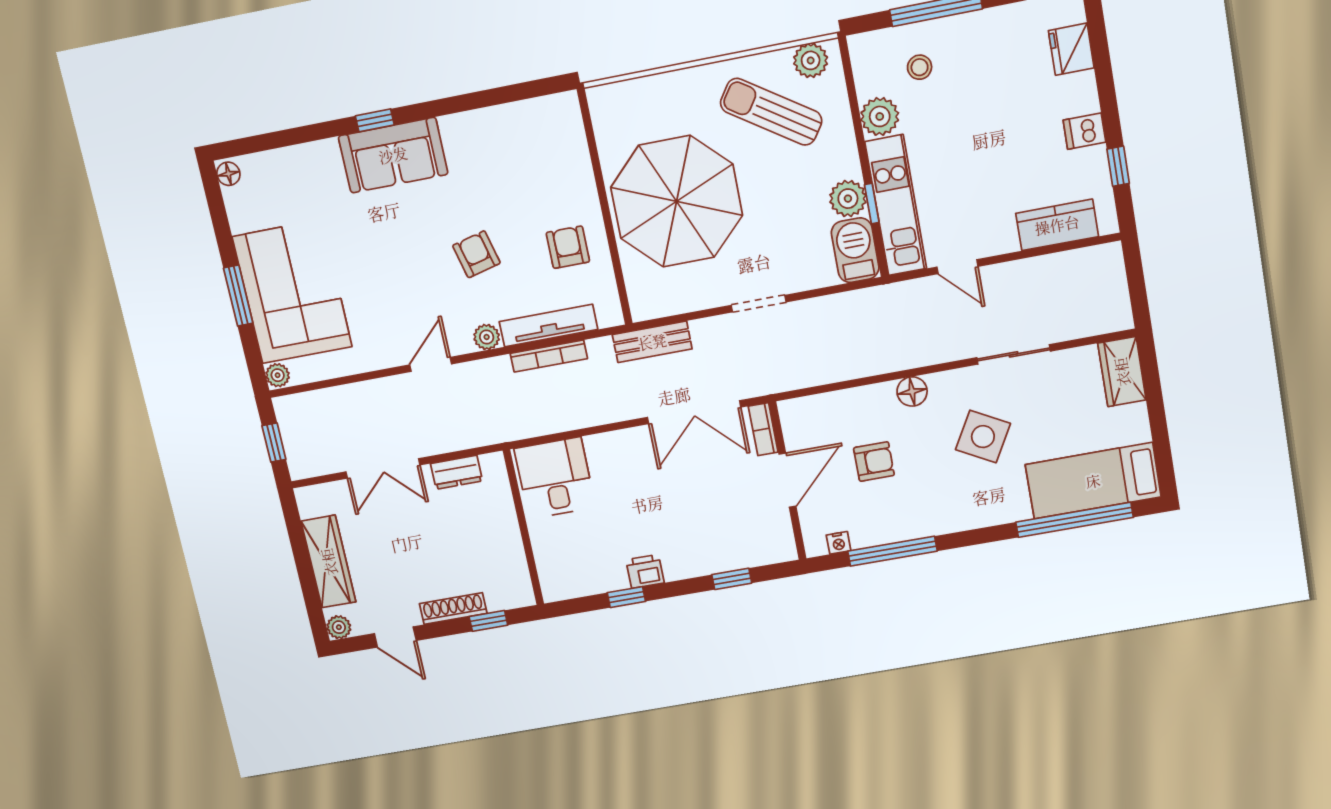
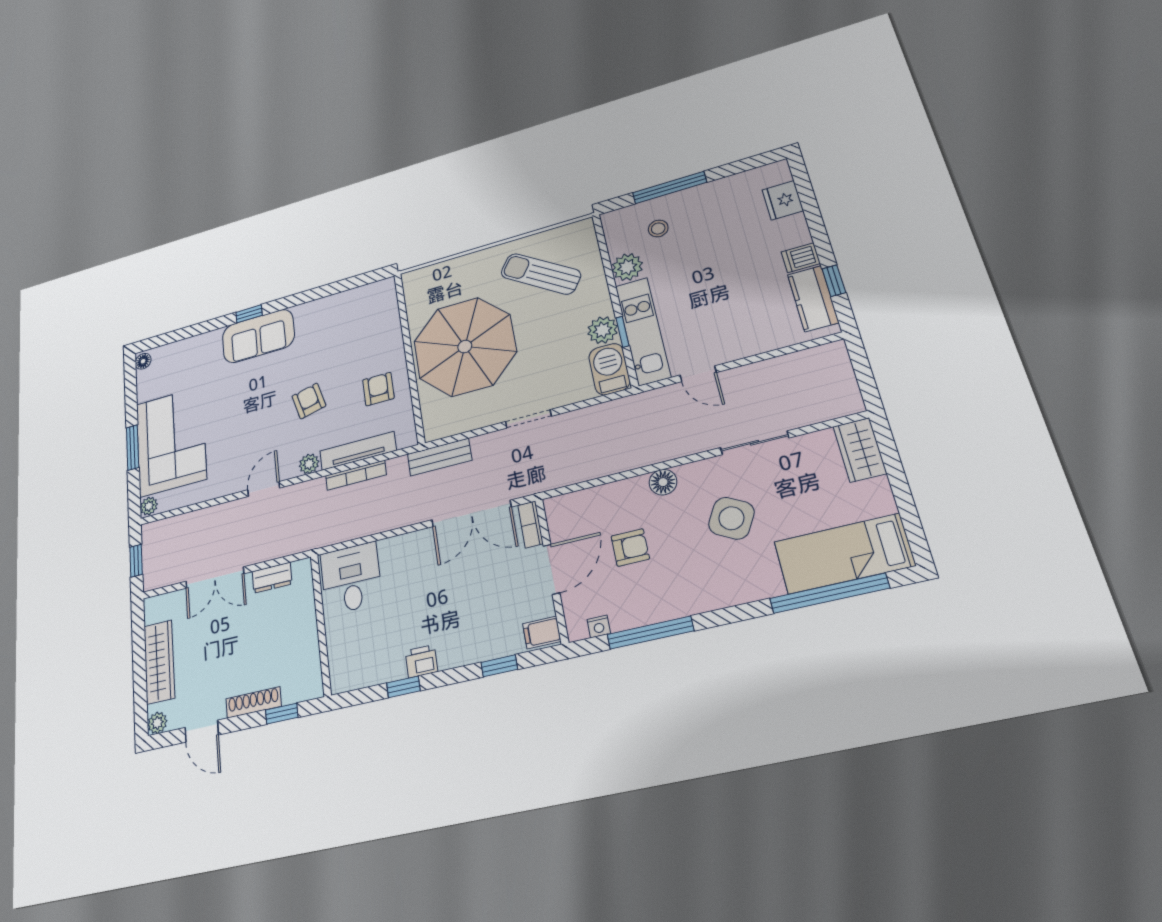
plant: (811, 60) -> (572, 235), removed
kitchen counter: (1057, 225) -> (813, 299), moved, turned -90
filing cabinet: (777, 547) -> (542, 632), added

